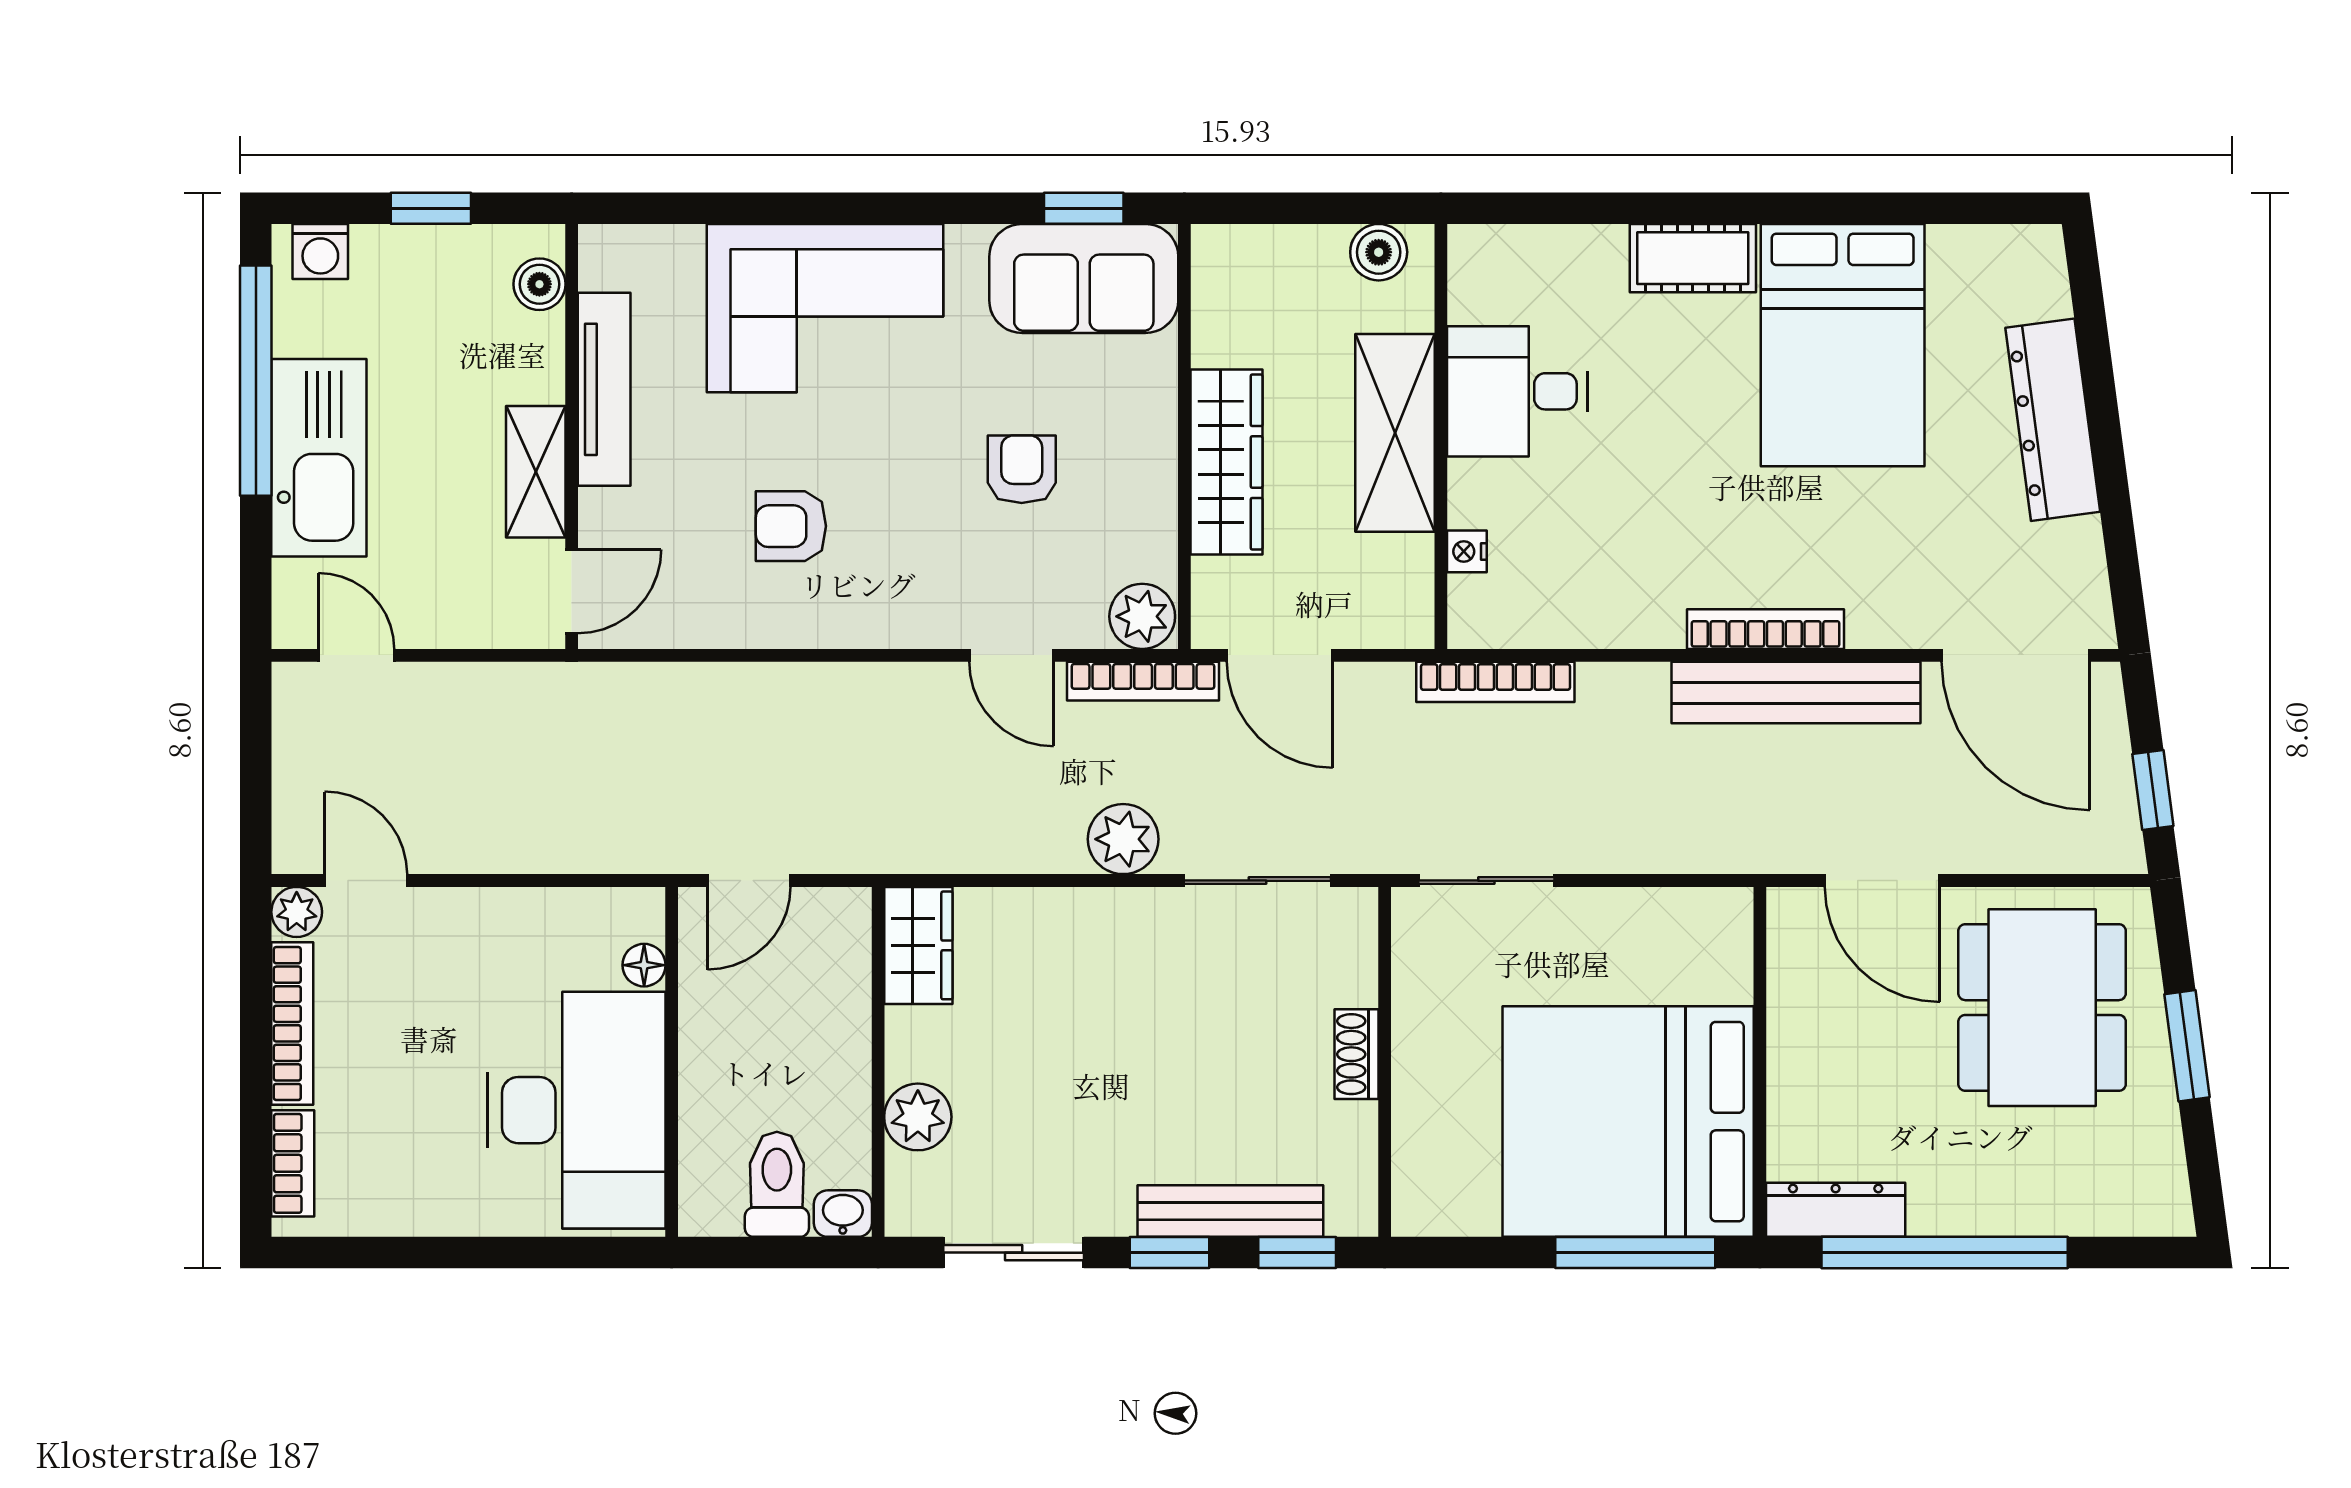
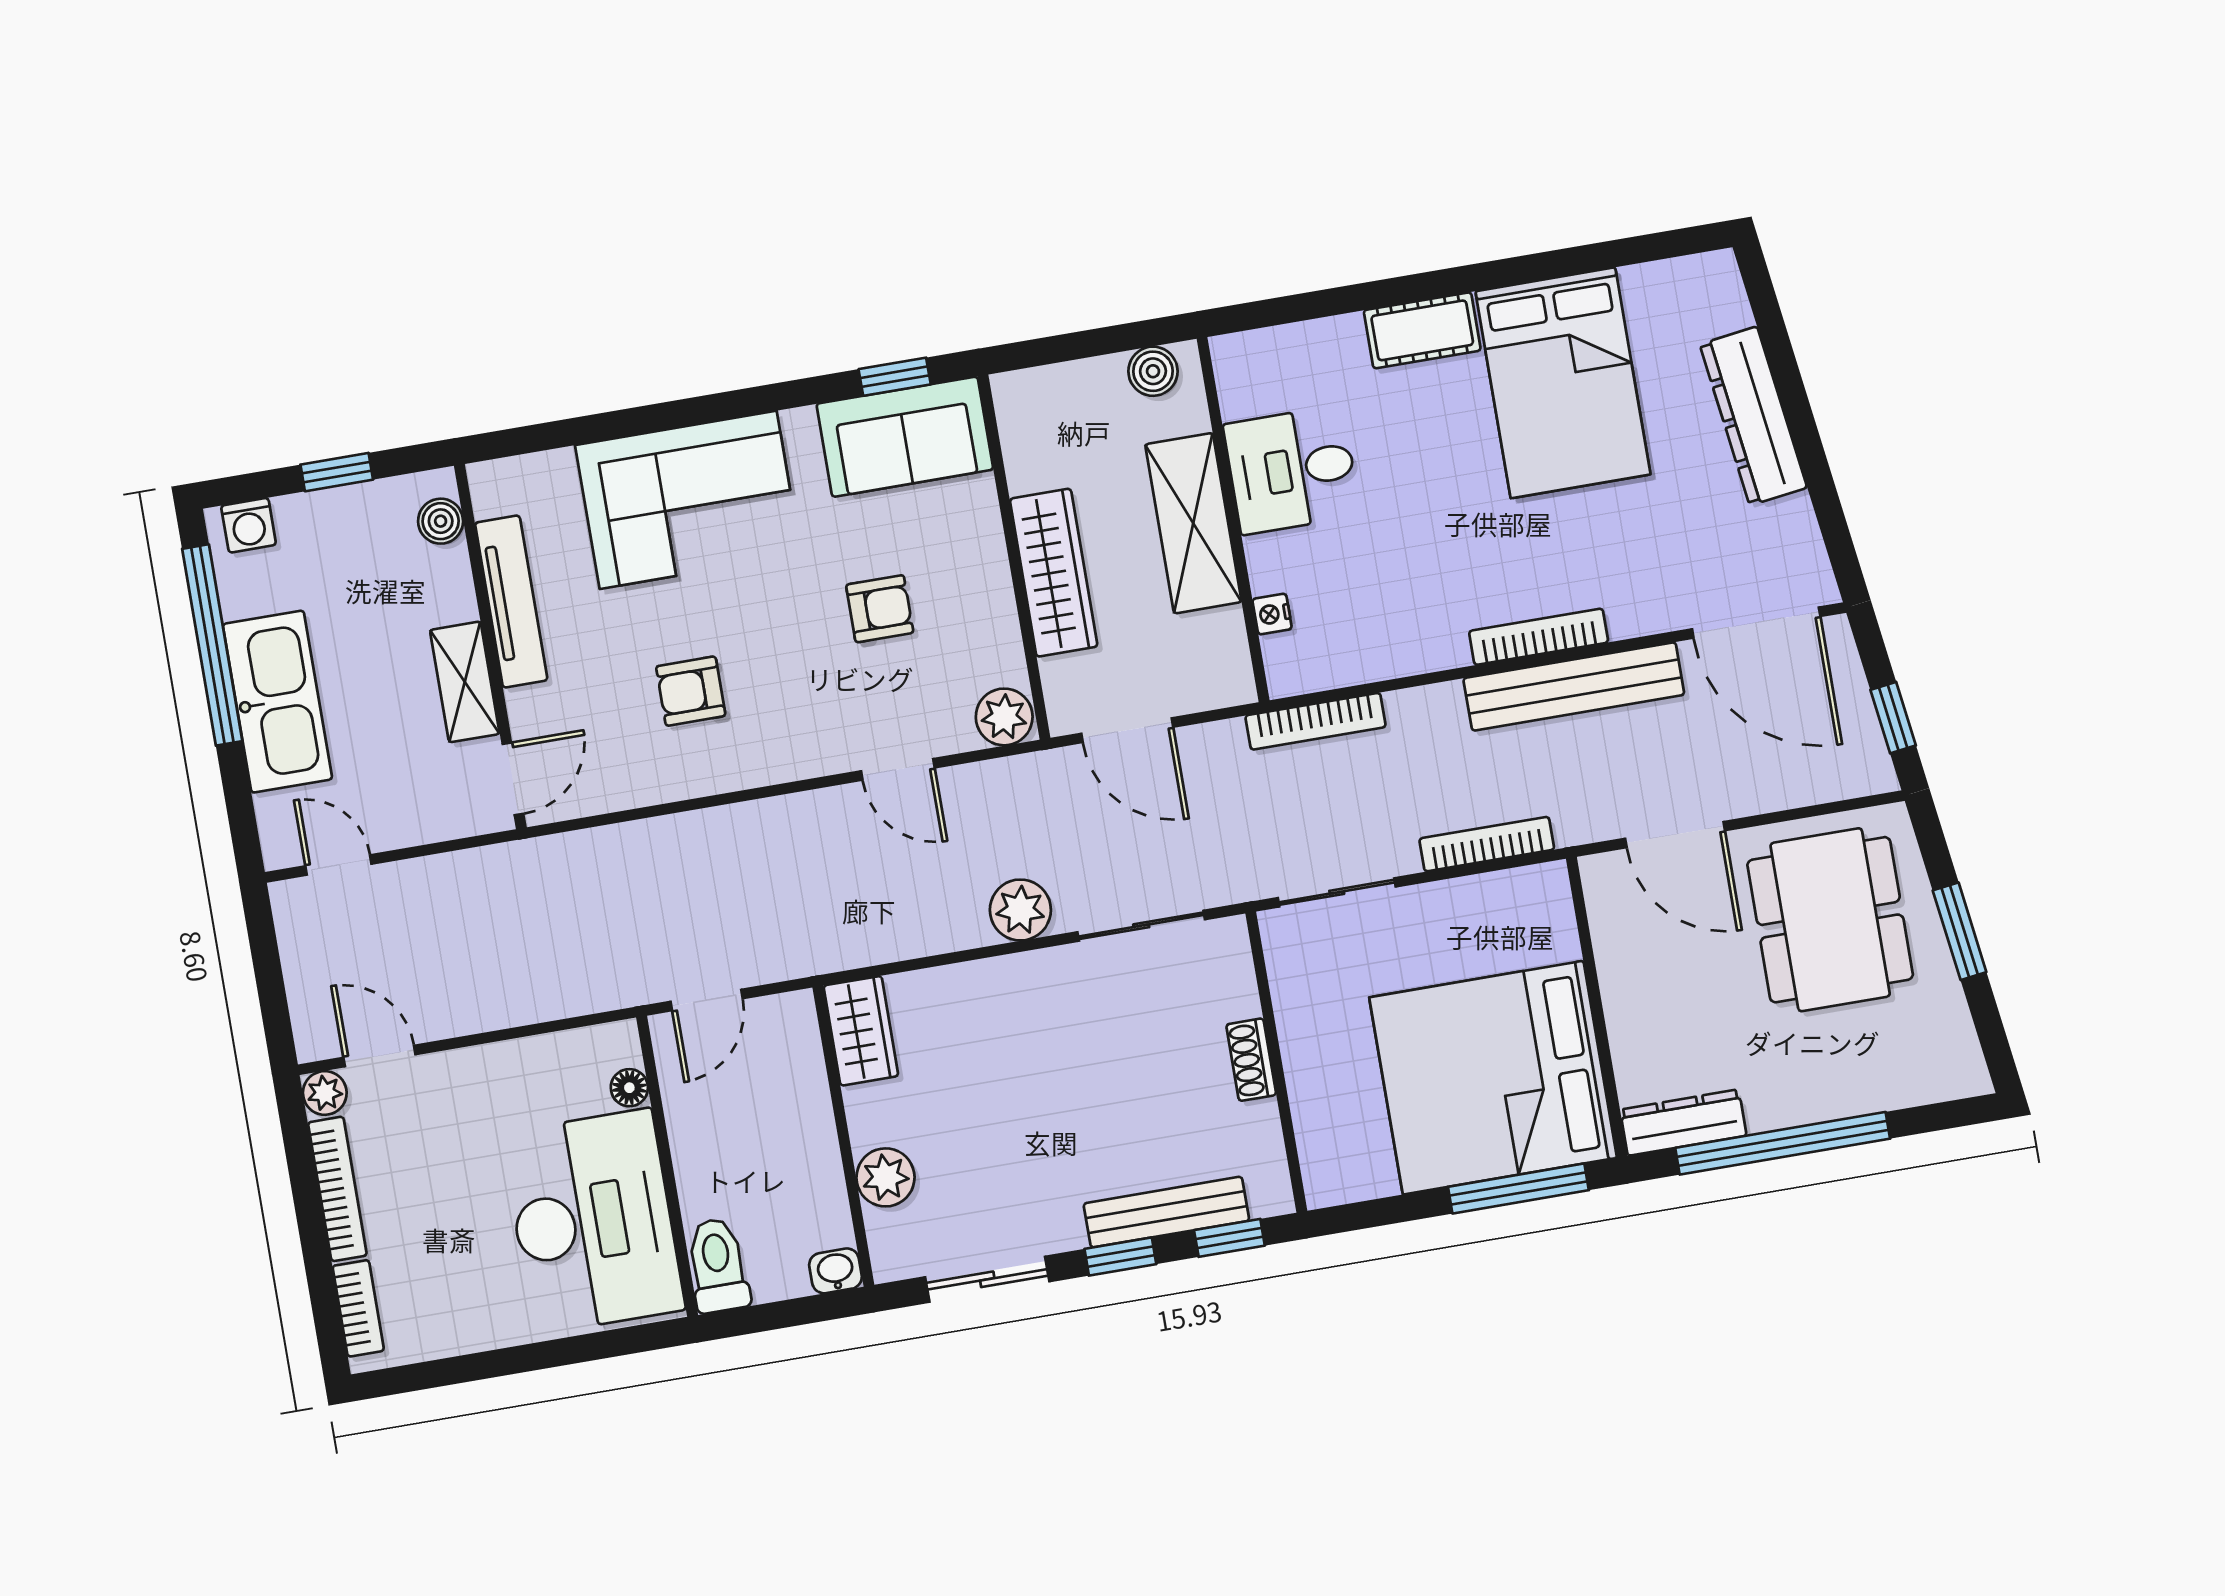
armchair: (1022, 469) -> (880, 609), turned 90
bookcase: (1143, 681) -> (1487, 844), moved, turned 180
toilet: (777, 1184) -> (718, 1265), moved

